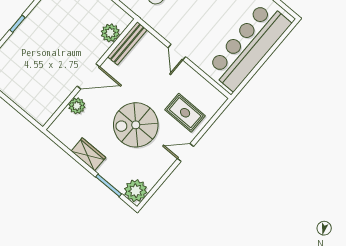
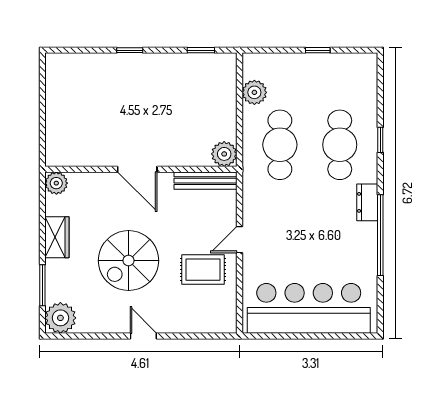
plant: (110, 33) -> (224, 154), moved
plant: (77, 106) -> (56, 183), moved
rug: (185, 113) -> (203, 270), moved, turned 90
spiral stairs: (136, 125) -> (129, 261), turned -90

